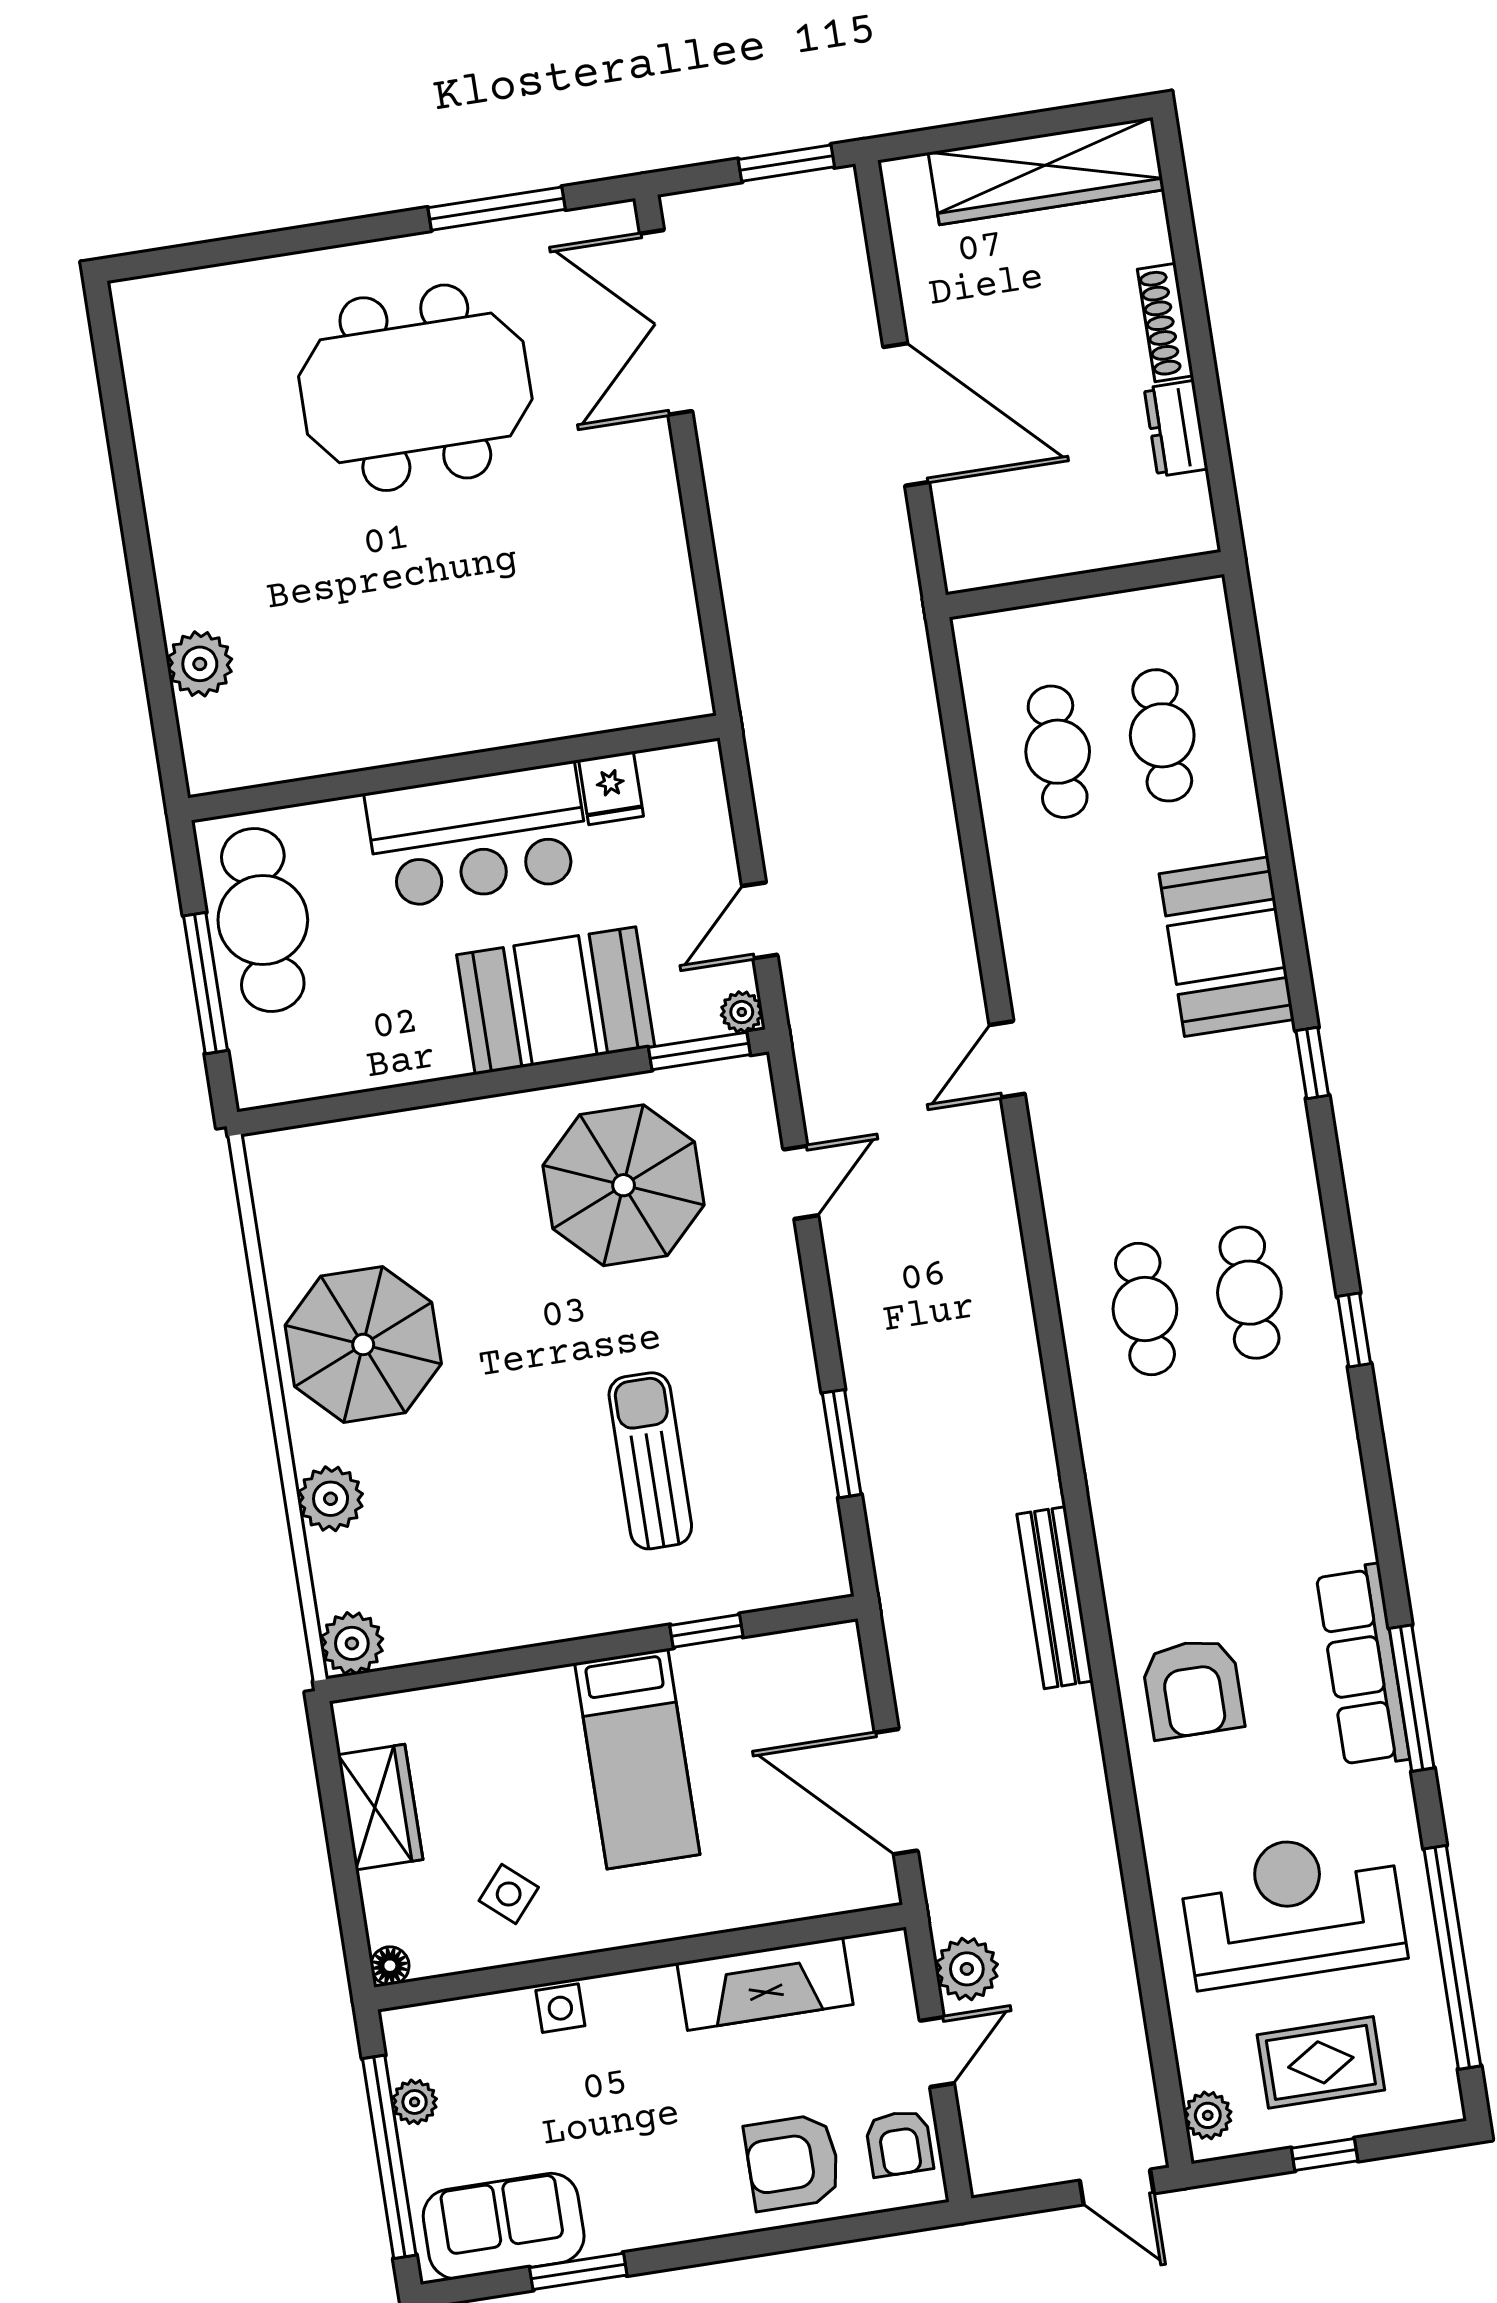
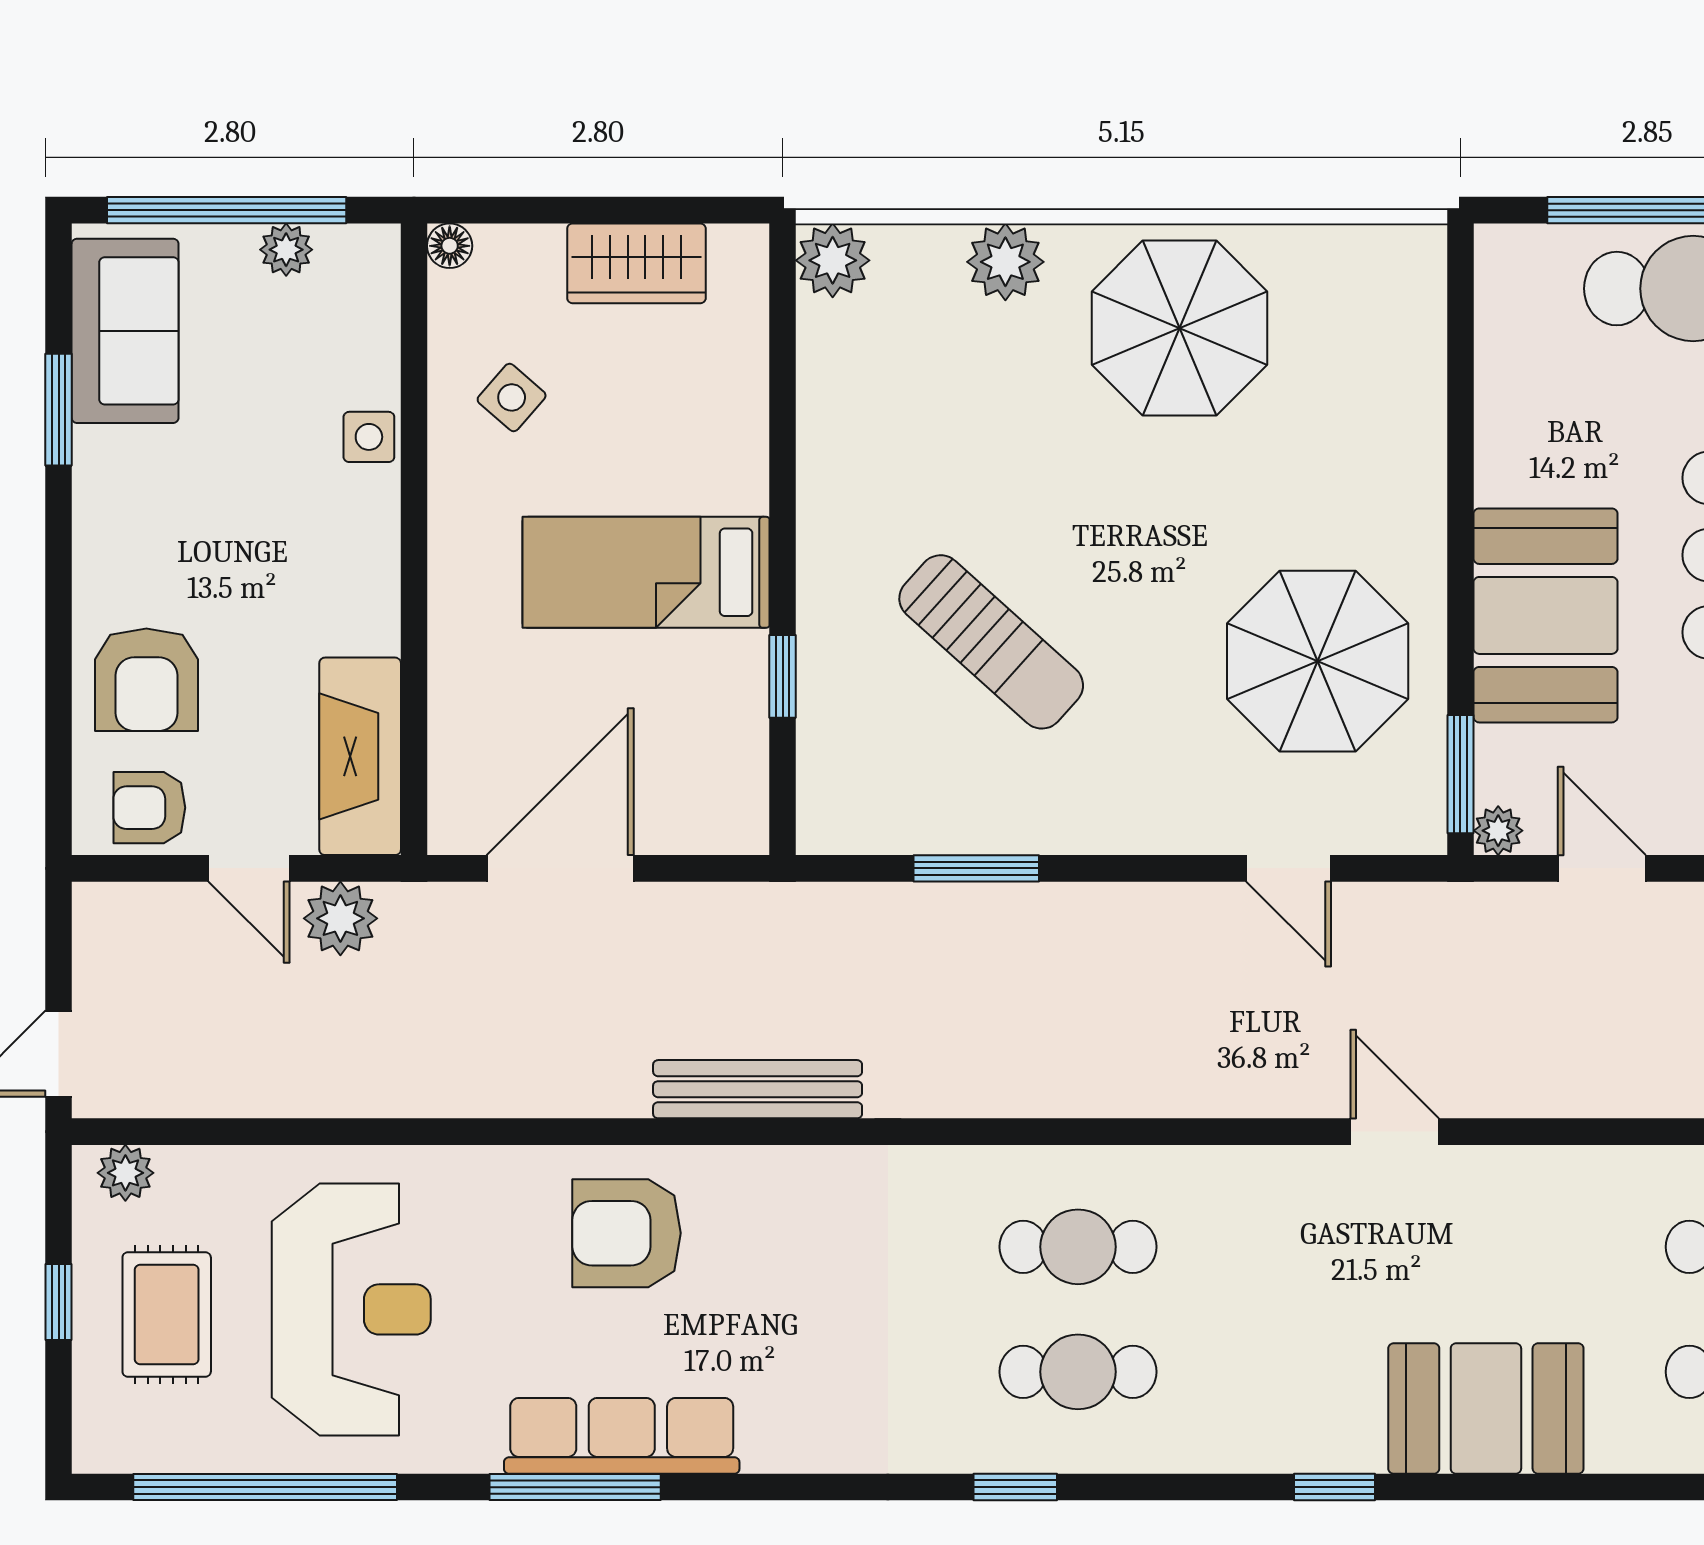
sun lounger: (650, 1461) -> (991, 642), turned 42
fireplace: (765, 1984) -> (360, 756), moved
armchair: (793, 2162) -> (146, 680), turned 180

